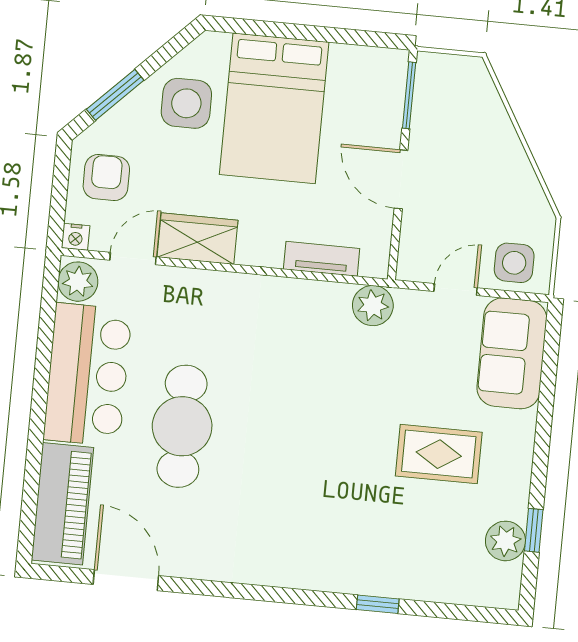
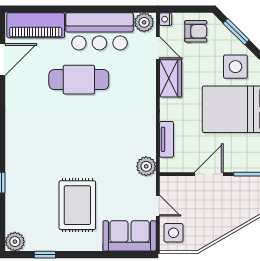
rug: (439, 454) -> (77, 205), width x1.36, depth x1.43
plant: (505, 541) -> (15, 242), moved

